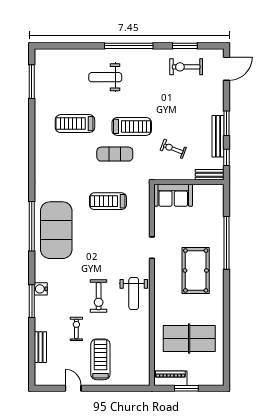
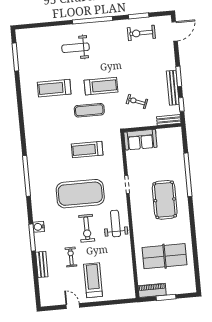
exercise mat: (56, 230) -> (80, 194), moved, turned 90
weight bench: (134, 294) -> (115, 223), turned 180
bench: (40, 347) -> (42, 264), moved

